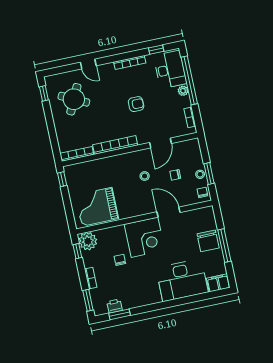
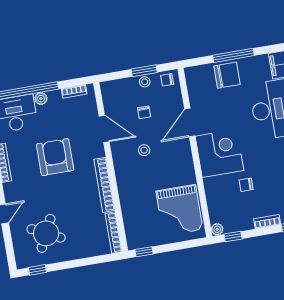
armchair: (136, 104) -> (55, 157), width x1.88, depth x1.88
plant: (88, 241) -> (217, 229), width x0.53, depth x0.53

